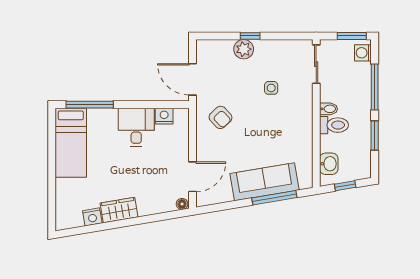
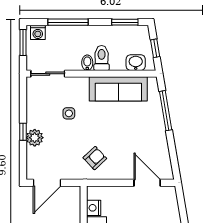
door: (193, 79) -> (47, 183), moved
window: (375, 135) -> (125, 22), moved
sofa: (265, 182) -> (118, 89), moved, turned -80
floor lamp: (182, 204) -> (171, 192), removed

